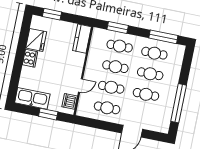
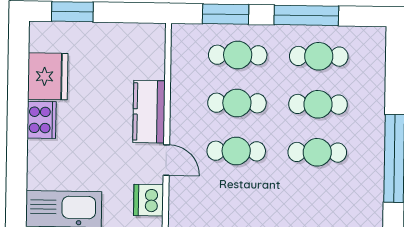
window: (163, 37) -> (306, 15), moved
kitchen counter: (82, 39) -> (149, 112), moved
door: (80, 85) -> (166, 160), hinge flipped
cafe table: (107, 108) -> (235, 199), removed

